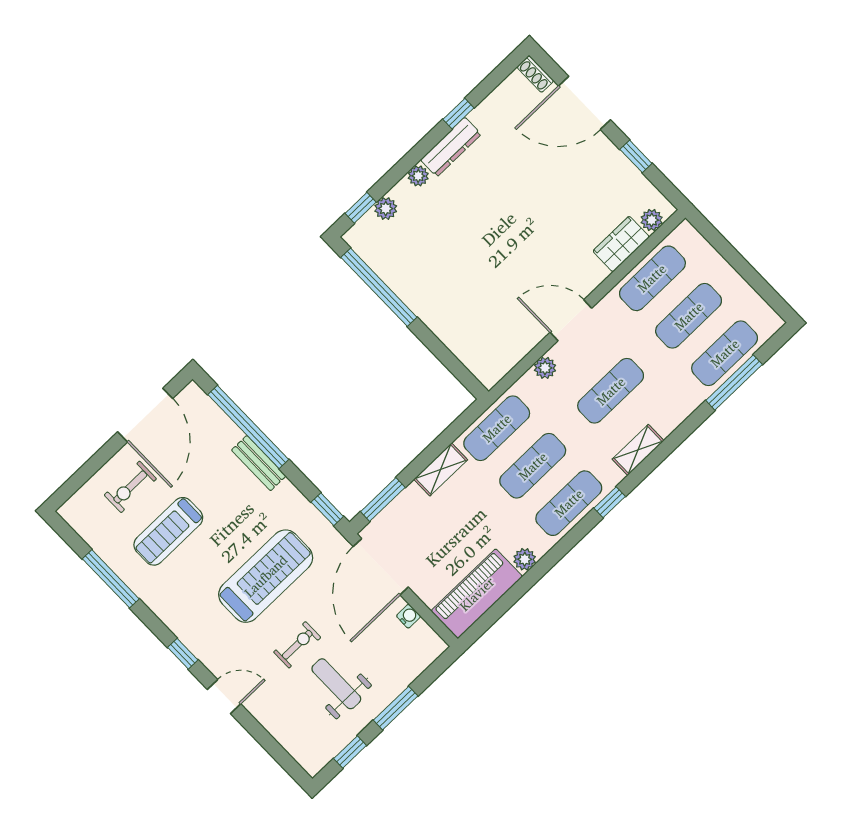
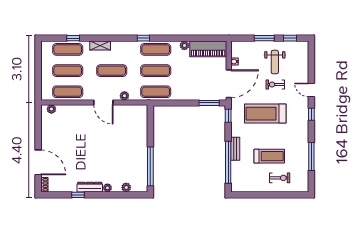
window: (636, 156) -> (38, 132), removed
window: (361, 208) -> (133, 195), removed
wardrobe: (621, 244) -> (67, 111), removed
window: (734, 382) -> (73, 38), width x0.46
door: (145, 415) -> (255, 195), removed
shelving: (638, 450) -> (100, 45), moved
shelving: (441, 469) -> (184, 95), removed
treadmill: (168, 531) -> (269, 156), moved

